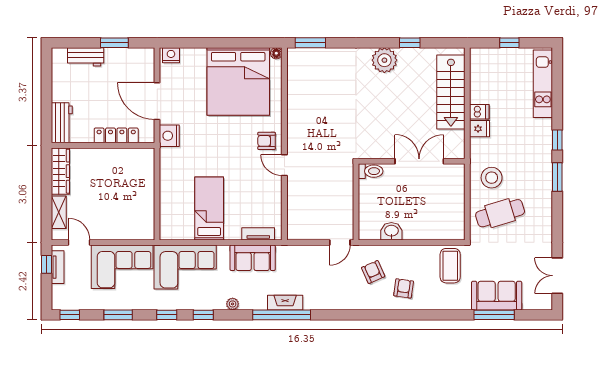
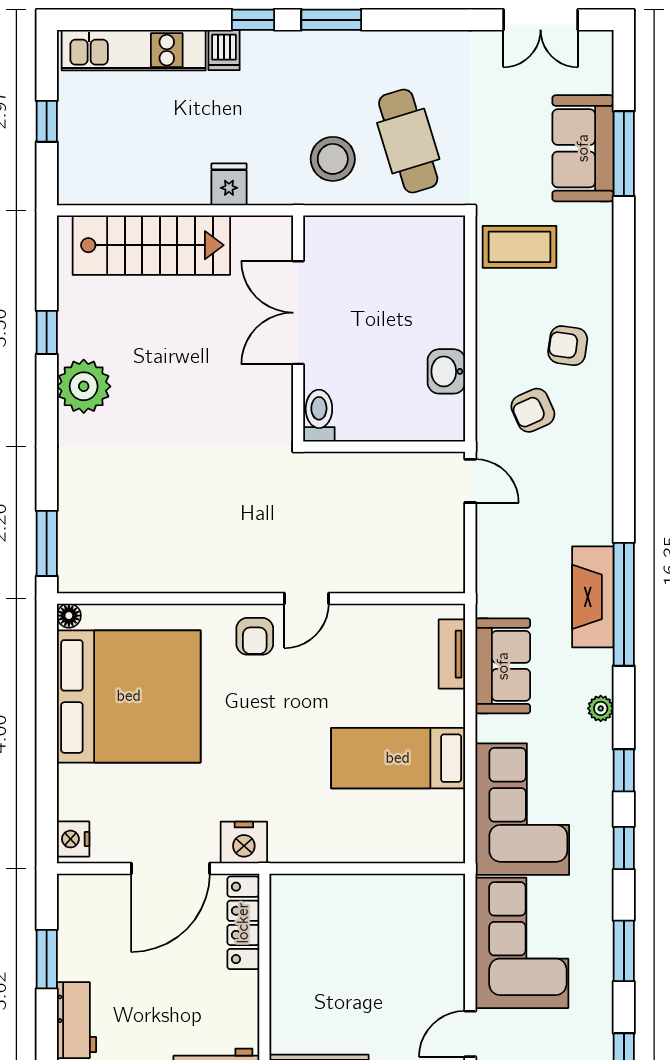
dishwasher: (479, 112) -> (224, 50), moved, turned 180
locker: (116, 135) -> (243, 923), moved
fireplace: (285, 303) -> (593, 597), width x1.37, depth x1.32

